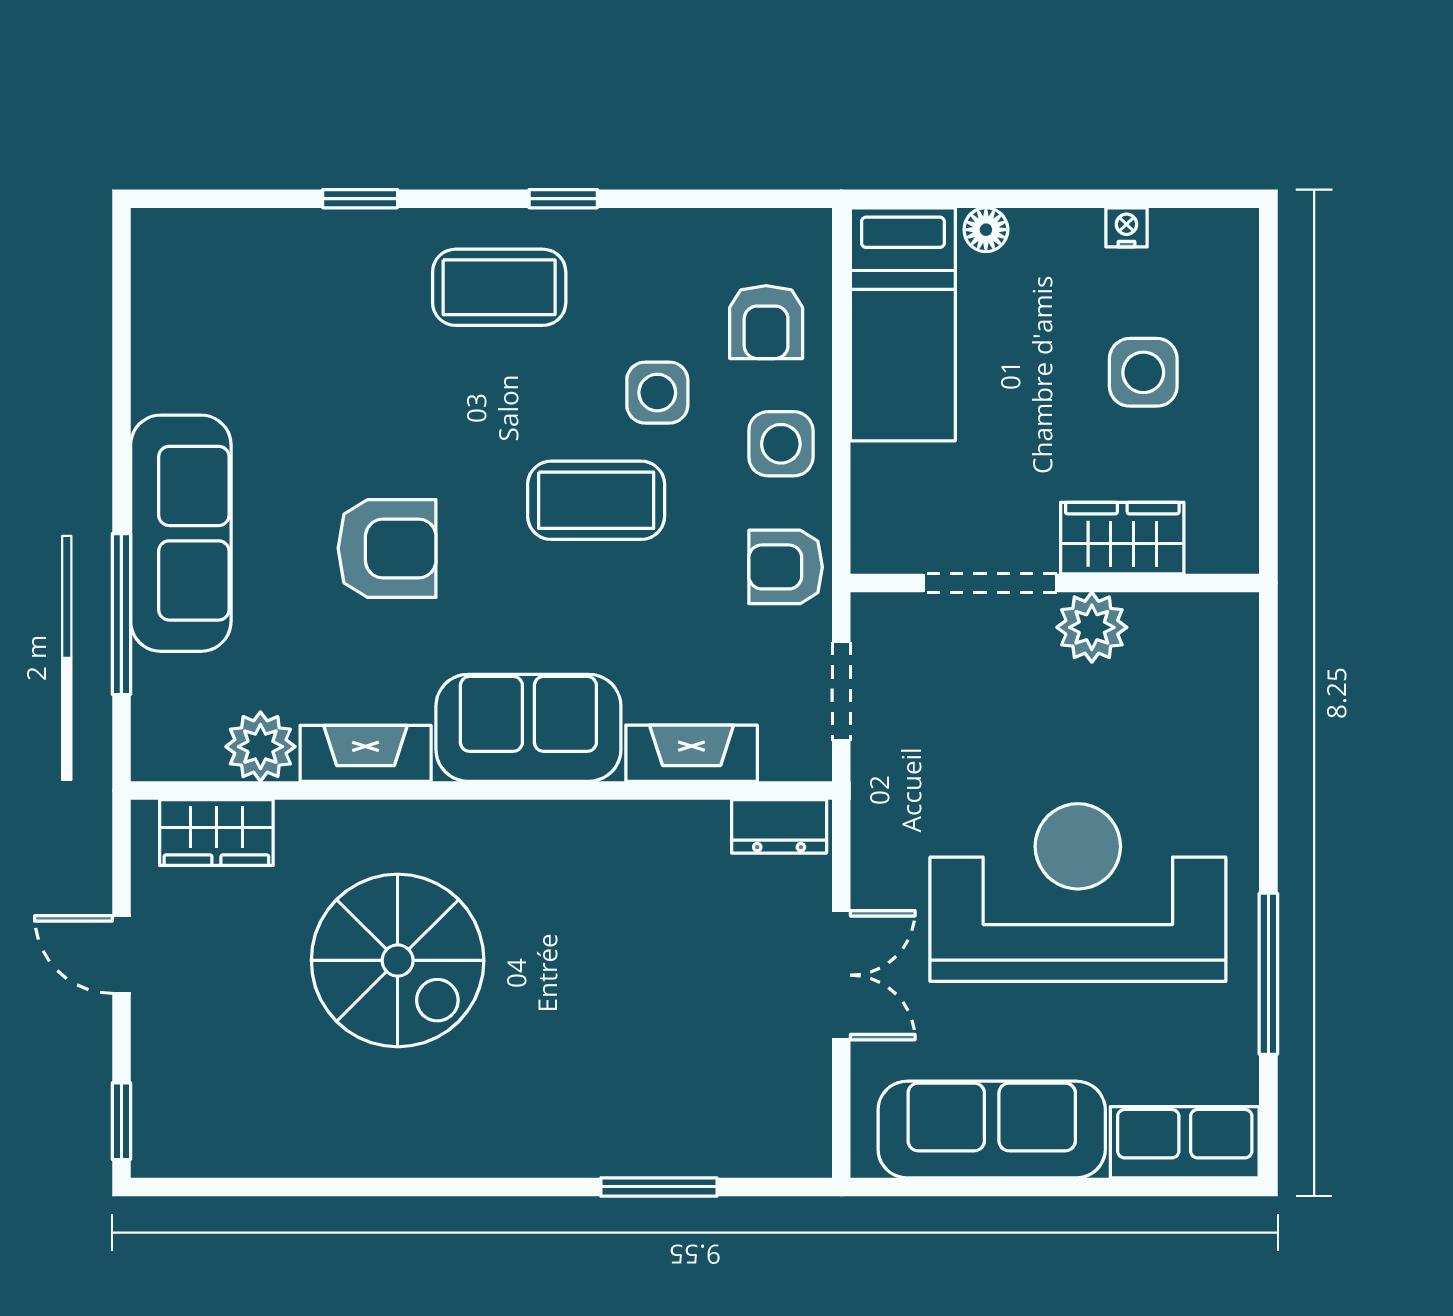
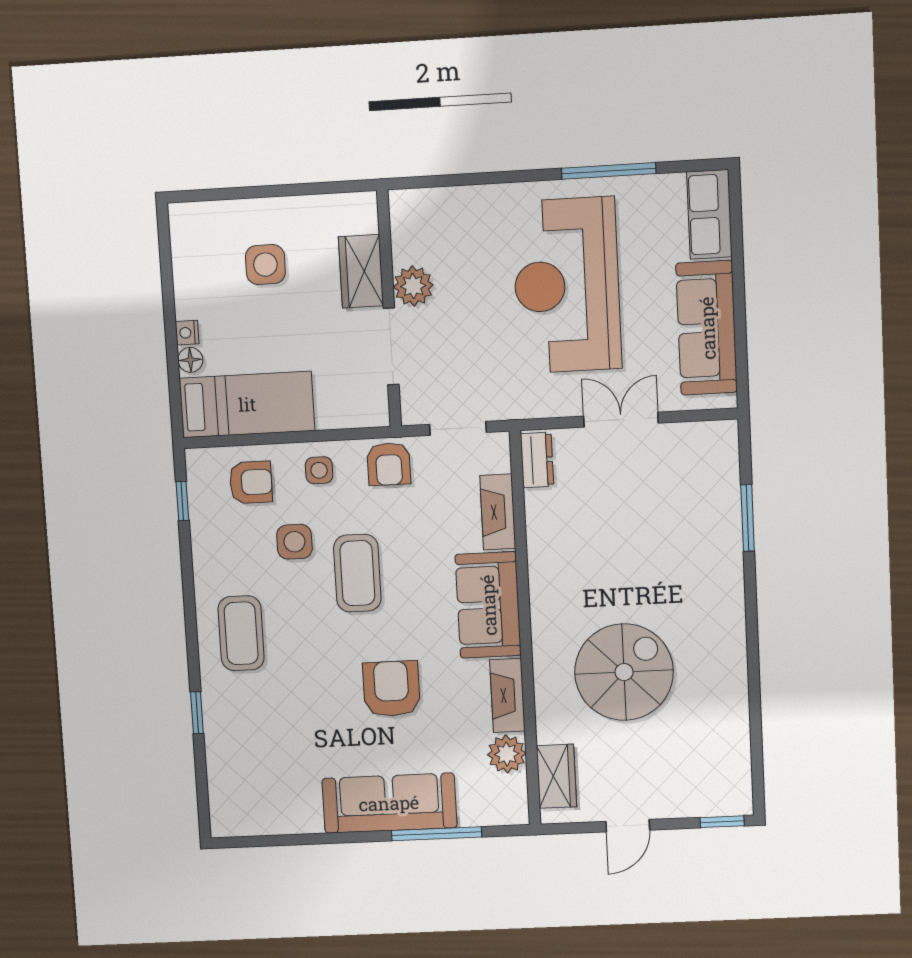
window: (563, 199) -> (182, 501), moved
nightstand: (1126, 227) -> (187, 333), moved
side table: (781, 444) -> (319, 470), width x0.73, depth x0.73

